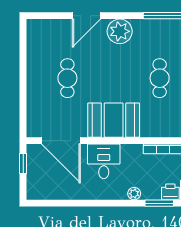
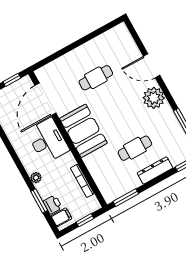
desk: (104, 161) -> (48, 141), width x1.37

